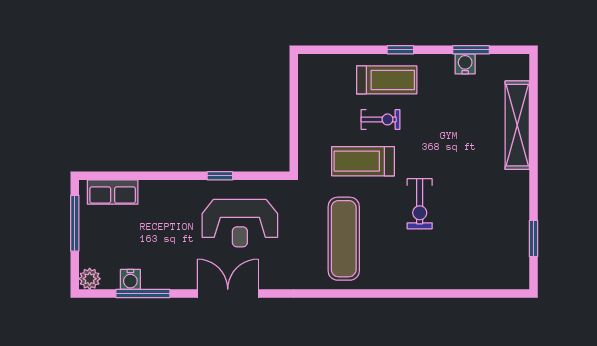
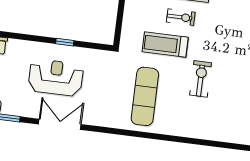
exercise bike: (420, 204) -> (201, 79), turned 180
reception desk: (240, 223) -> (56, 78), moved, turned 180

